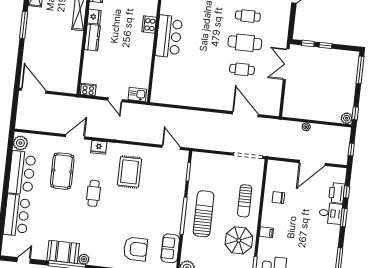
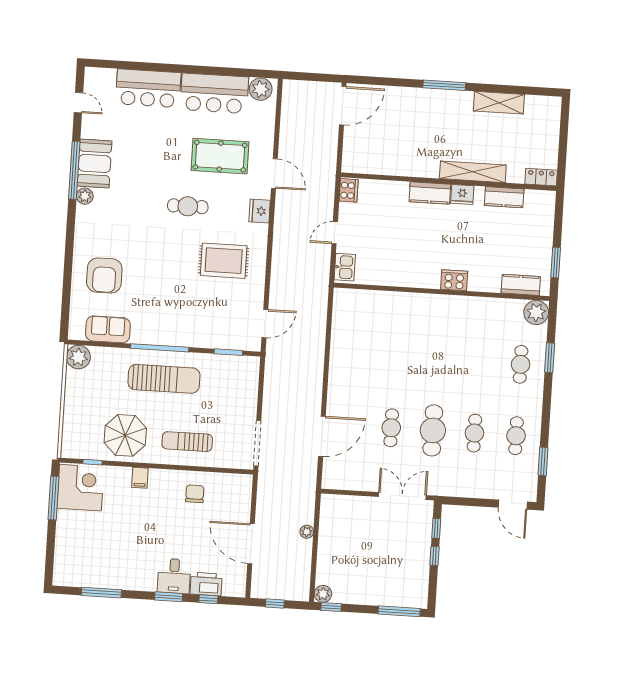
bar counter: (169, 36) -> (437, 312), removed

